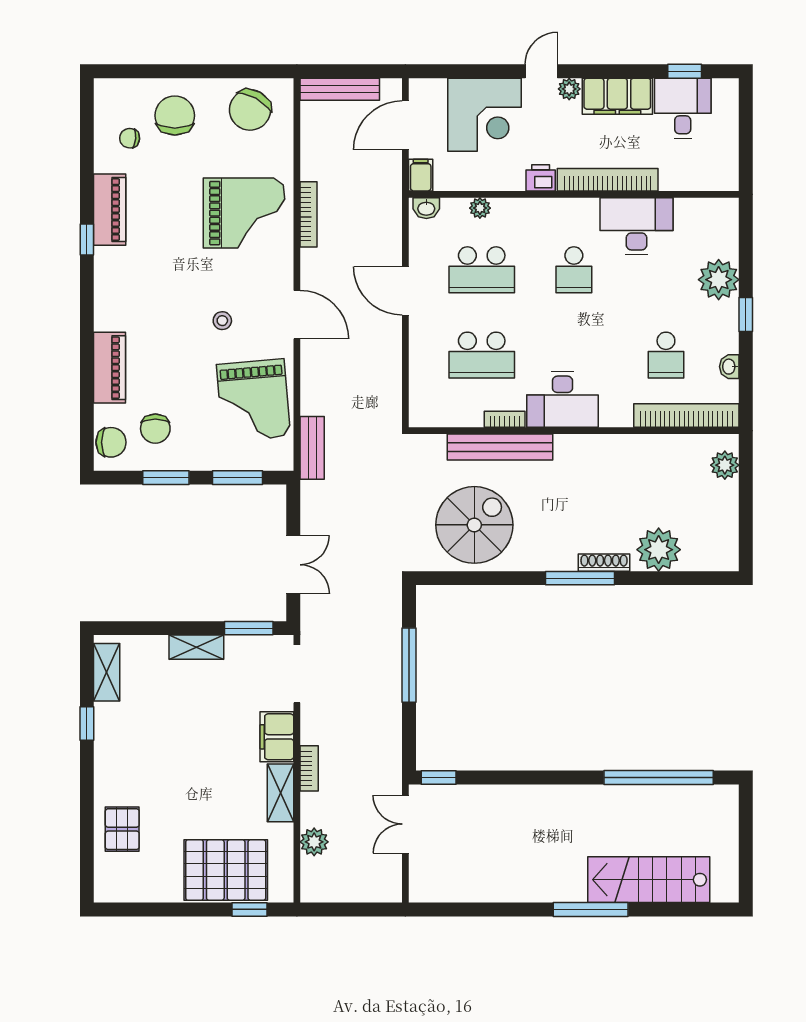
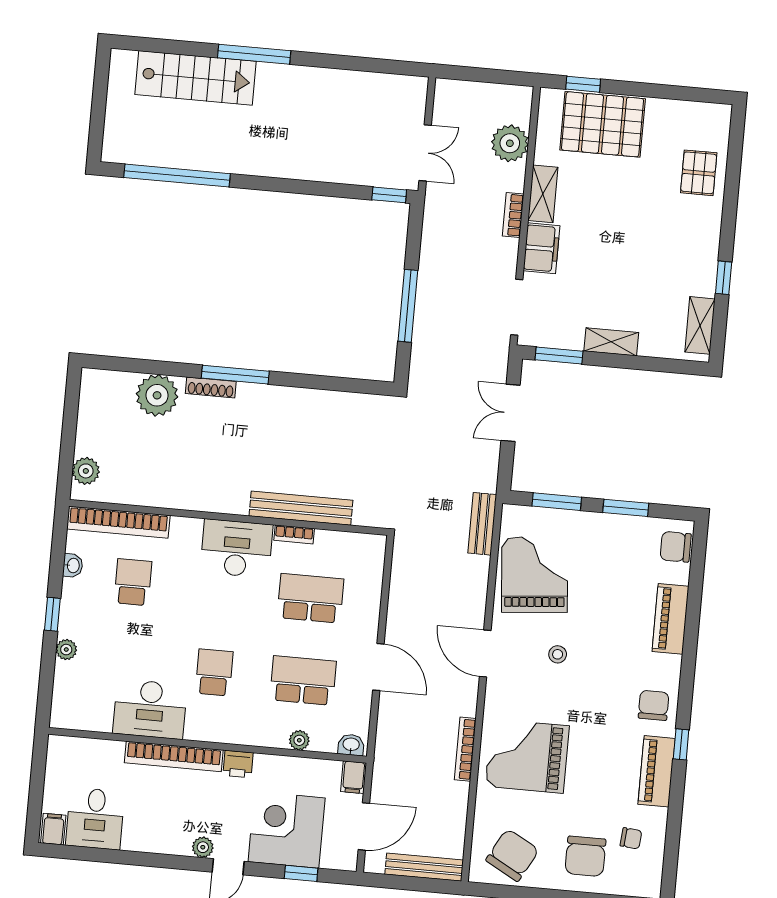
window: (685, 71) -> (301, 873), moved
filing cabinet: (617, 96) -> (53, 829), moved, width x0.33, depth x0.86
plant: (719, 280) -> (66, 650), width x0.53, depth x0.53
chair: (155, 429) -> (654, 705), moved
spiral stairs: (474, 525) -> (333, 435), removed
plant: (314, 842) -> (510, 143), width x1.36, depth x1.36

